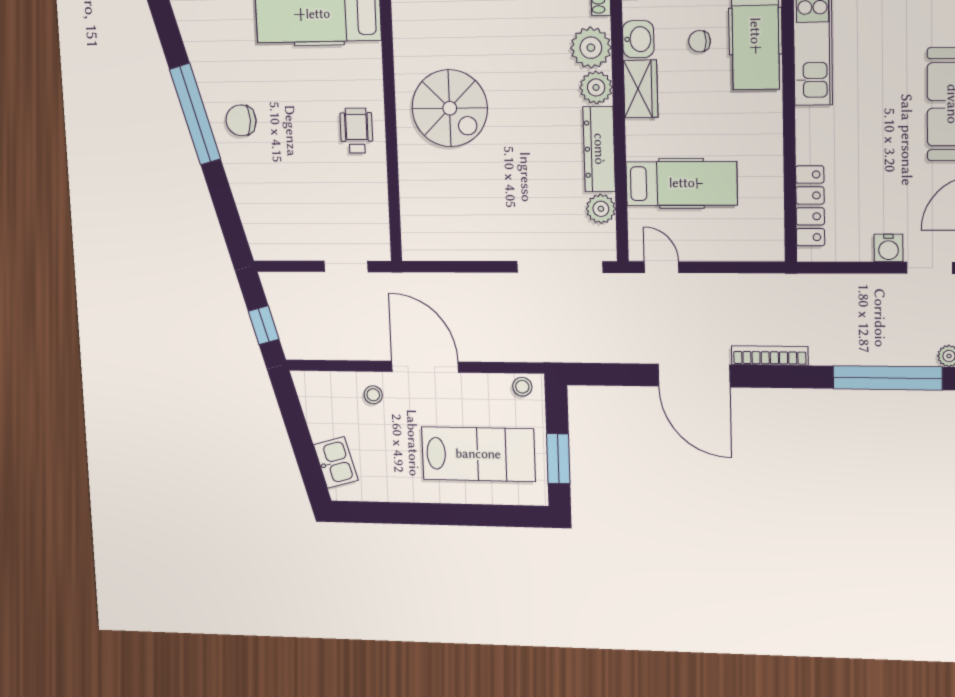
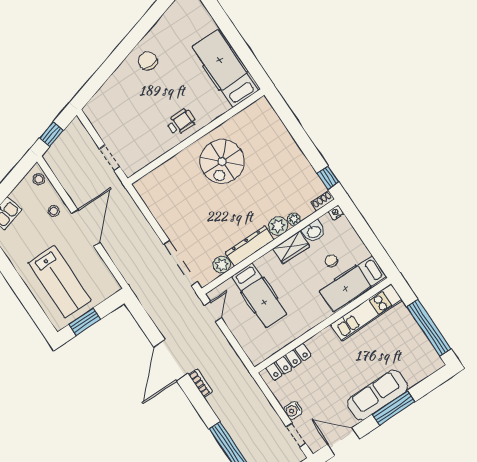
plant: (591, 48) -> (294, 219), width x0.53, depth x0.53
window: (195, 114) -> (136, 36), removed
bookcase: (770, 355) -> (201, 383), width x0.64
stool: (522, 387) -> (39, 179), moved

